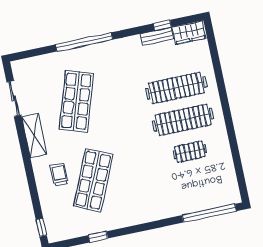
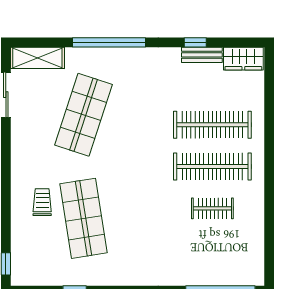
window: (162, 25) -> (195, 42), moved
shelving: (34, 136) -> (37, 58), moved, turned 90
shop shelf: (93, 180) -> (83, 218), turned -33

